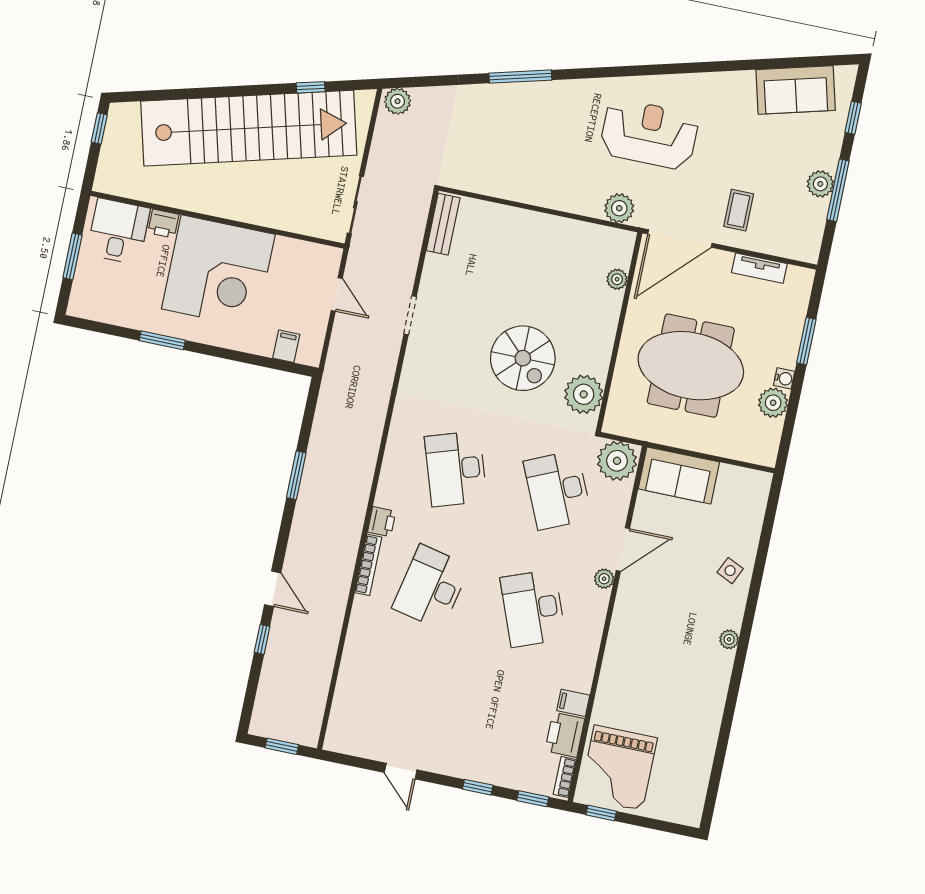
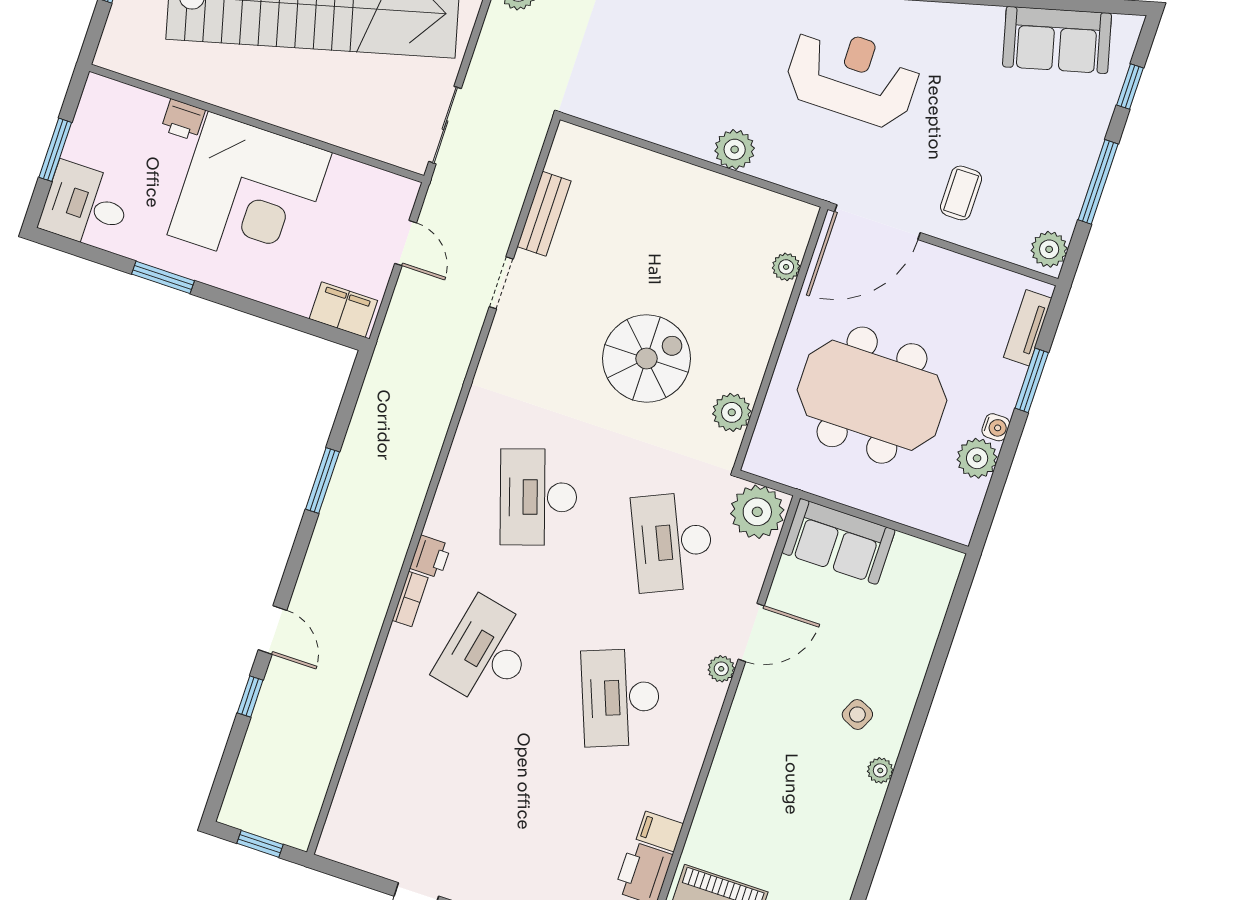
plant: (820, 184) -> (1049, 249), moved
plant: (619, 208) -> (735, 150), moved
bench: (443, 224) -> (544, 214), moved
desk: (118, 231) -> (86, 205), moved, turned -90
tv unit: (759, 268) -> (1028, 328), moved, turned 90
filing cabinet: (286, 346) -> (343, 310), width x2.00
spiral stairs: (523, 358) -> (647, 359), turned -90
plant: (584, 394) -> (732, 412), width x0.73, depth x0.73
bookcase: (368, 565) -> (410, 599), width x0.64
side table: (730, 571) -> (857, 715), moved

